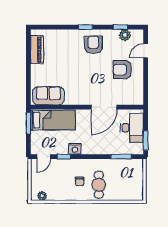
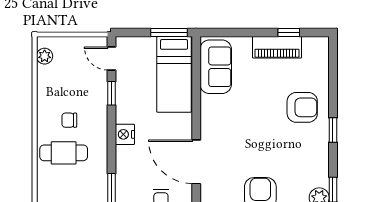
armchair: (93, 45) -> (302, 107), moved
piano: (37, 50) -> (277, 47), moved
window: (28, 53) -> (289, 33), added
nightstand: (75, 149) -> (125, 134), moved

